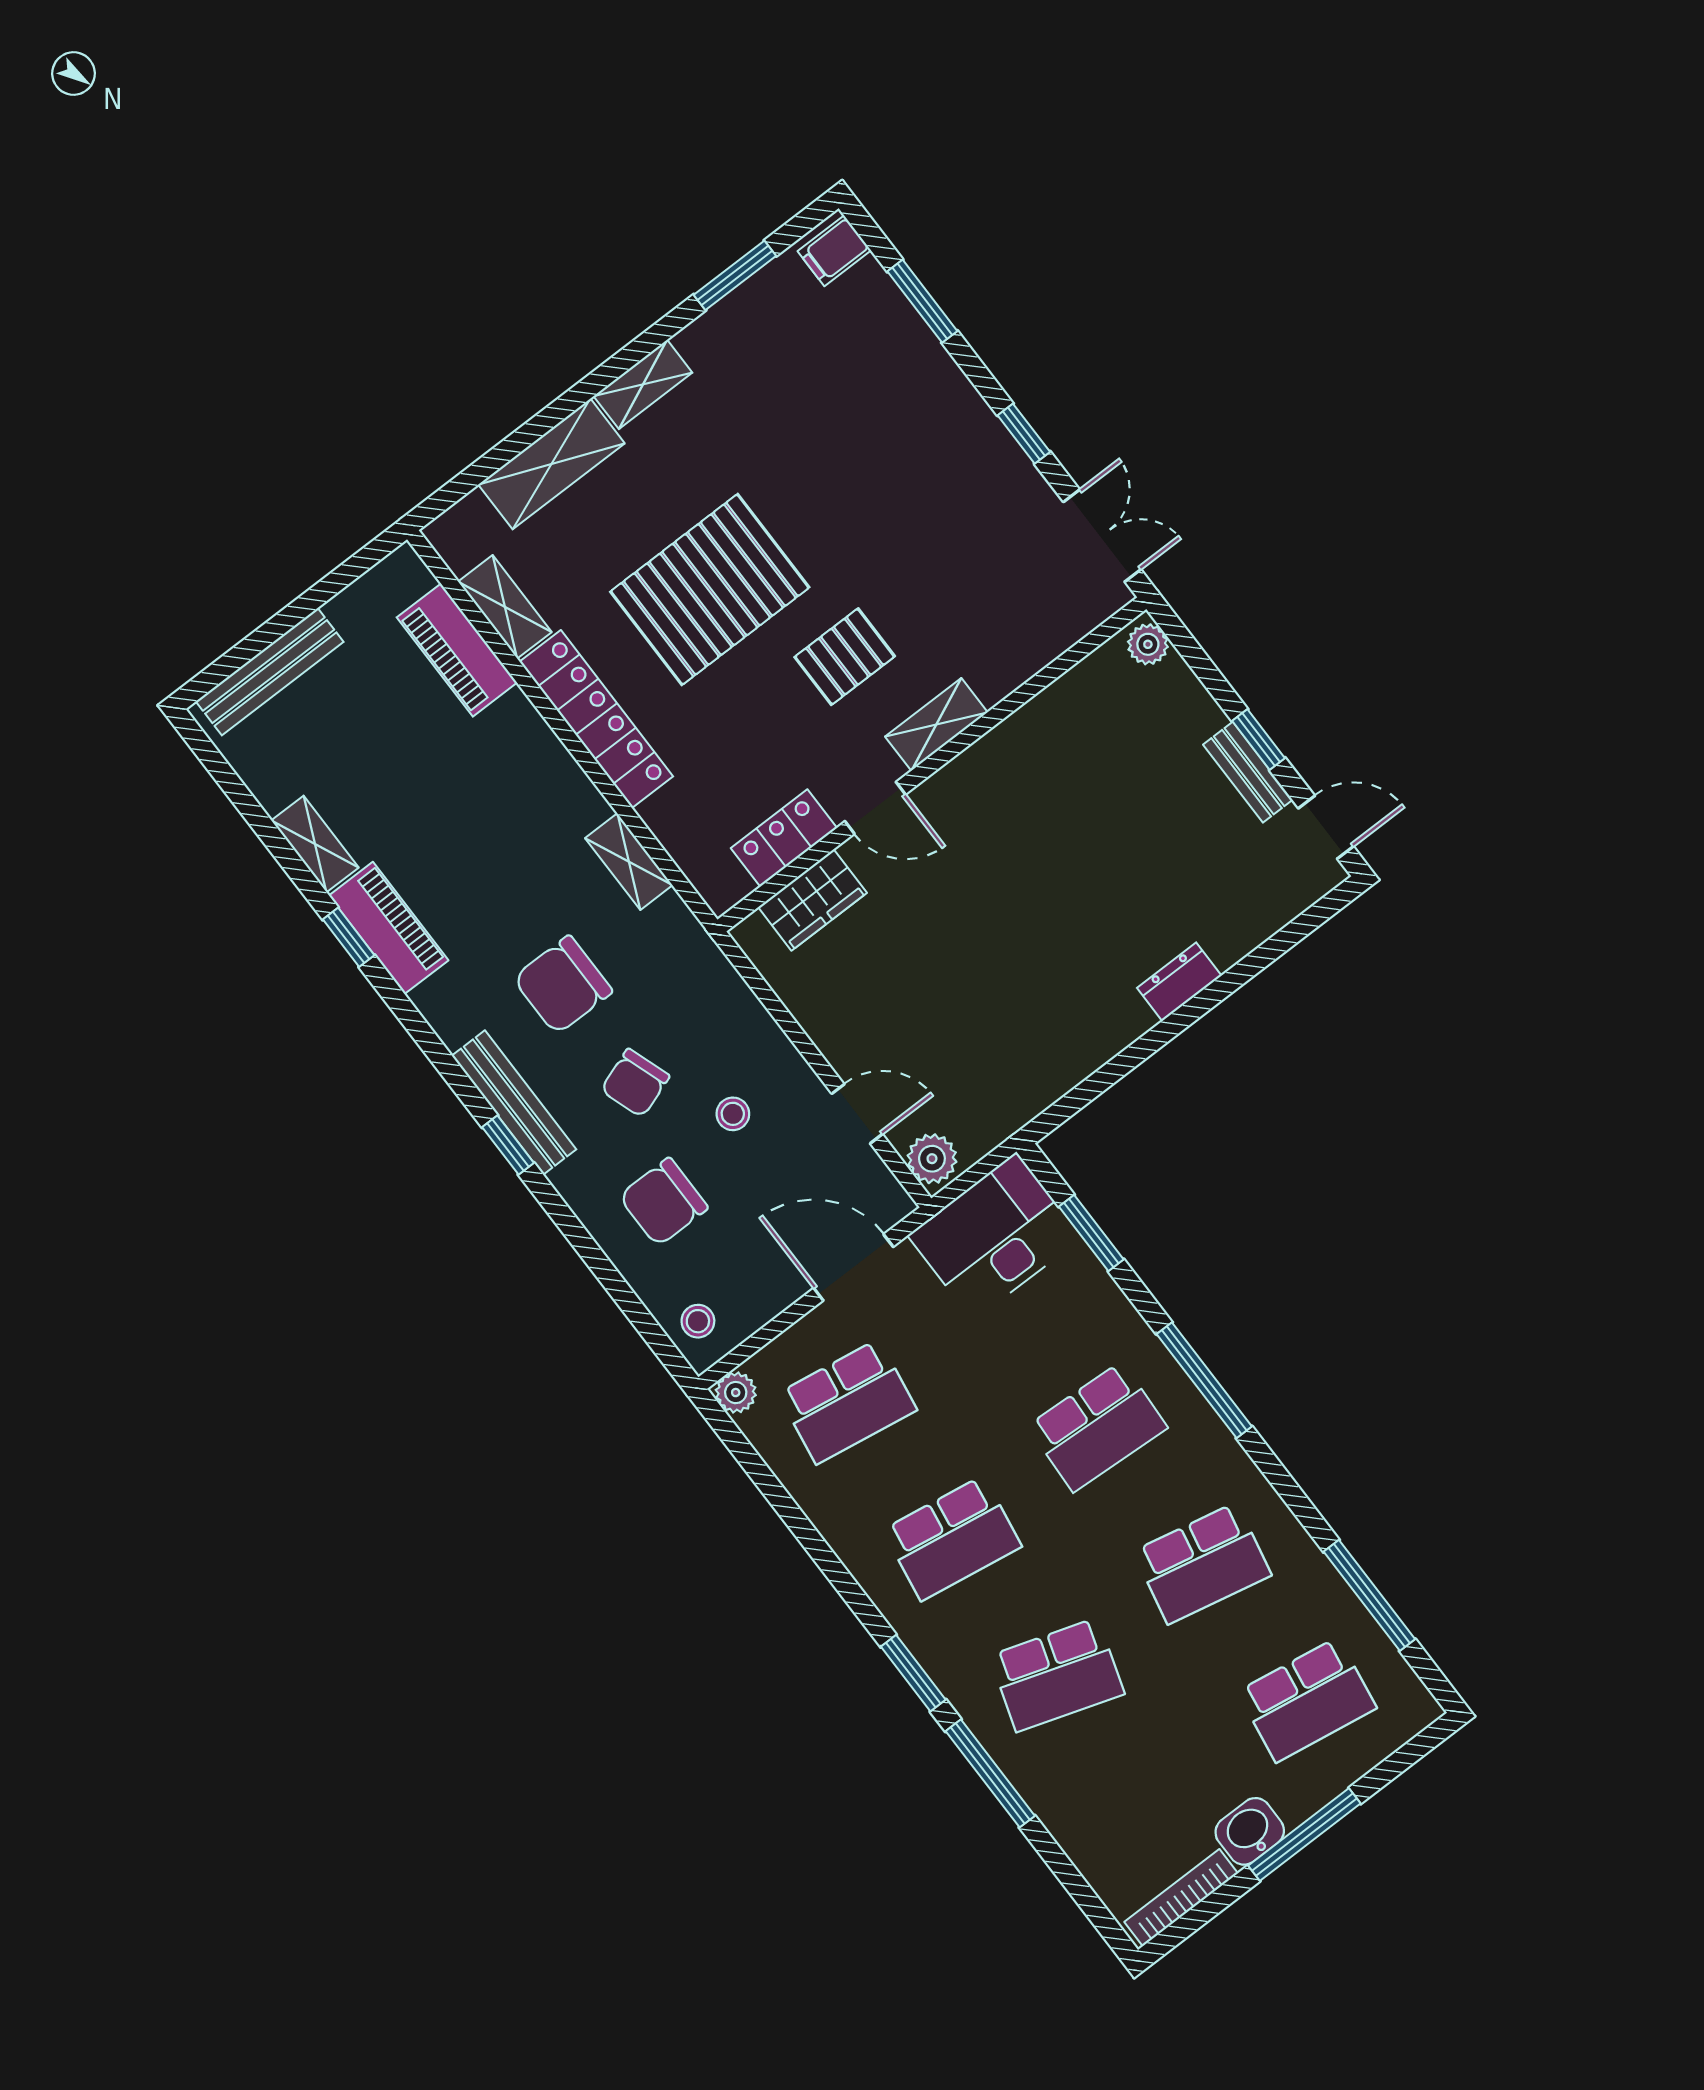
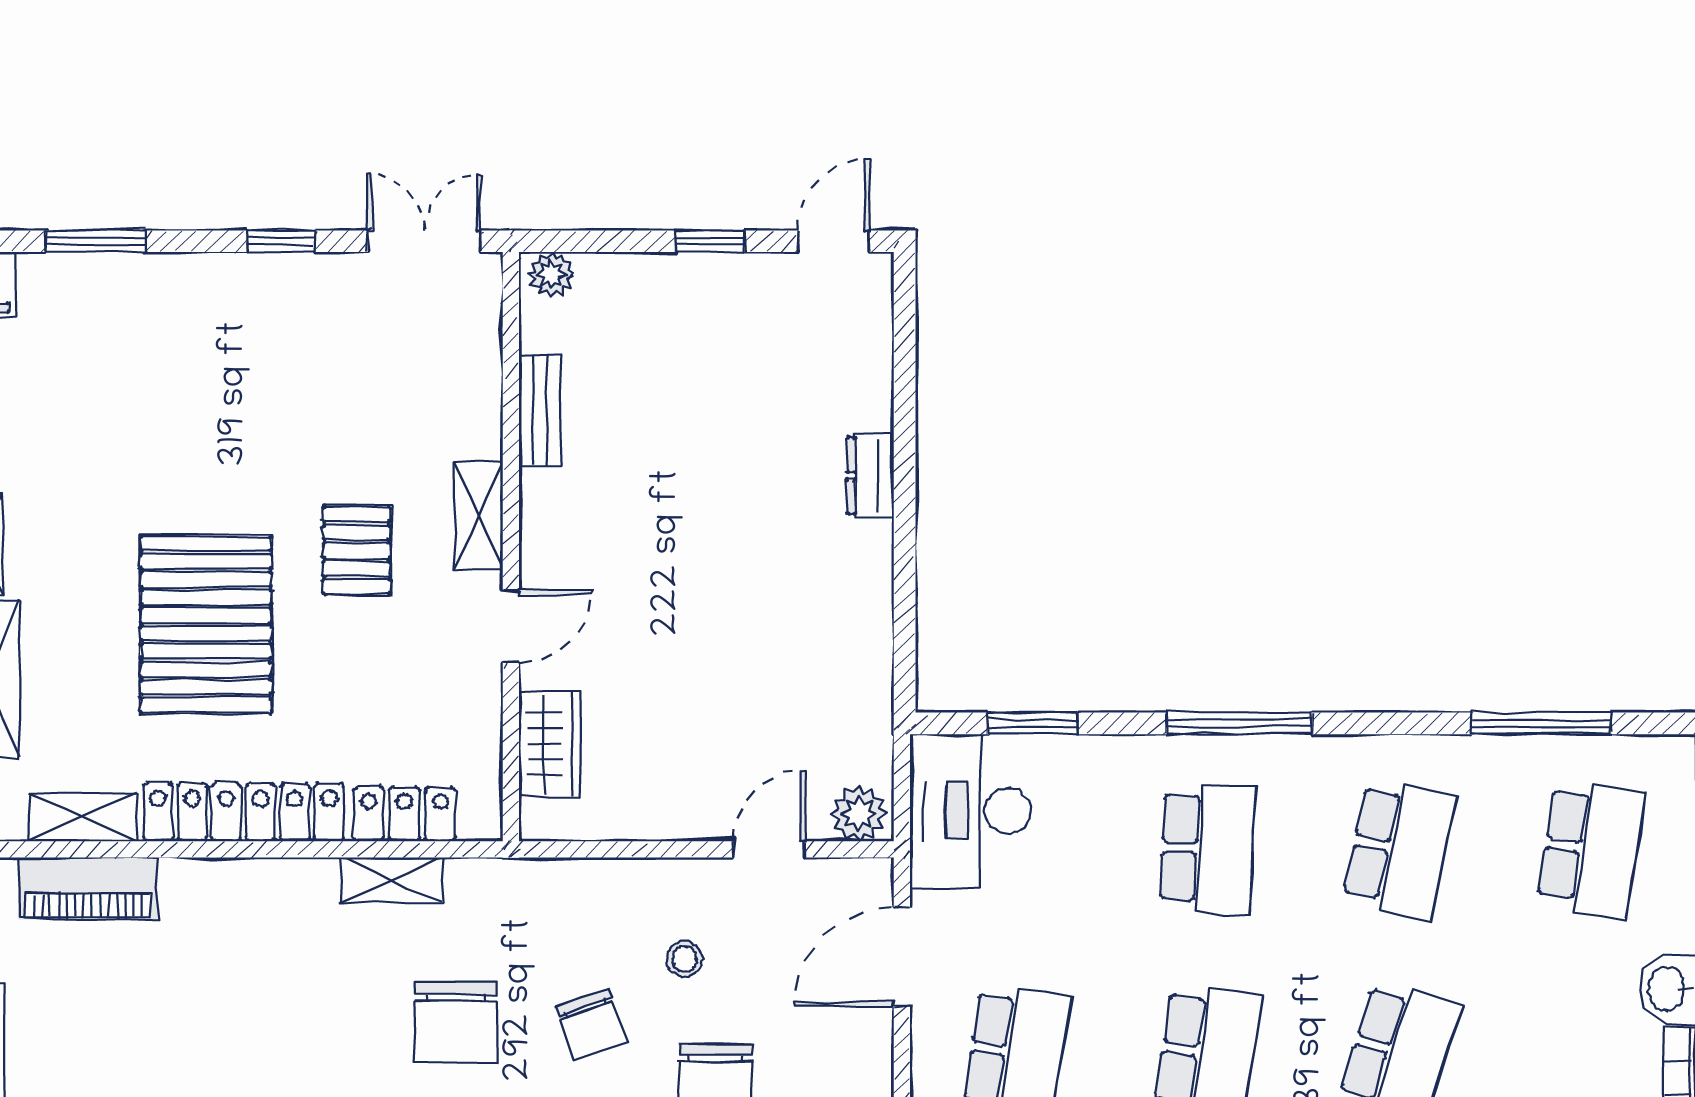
bench: (1248, 772) -> (540, 410), moved, turned 90
locker: (784, 838) -> (404, 814), moved, turned 90

